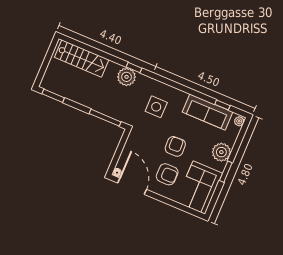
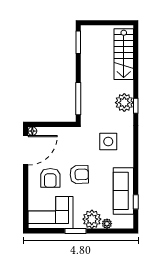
plant: (239, 121) -> (107, 224), moved

